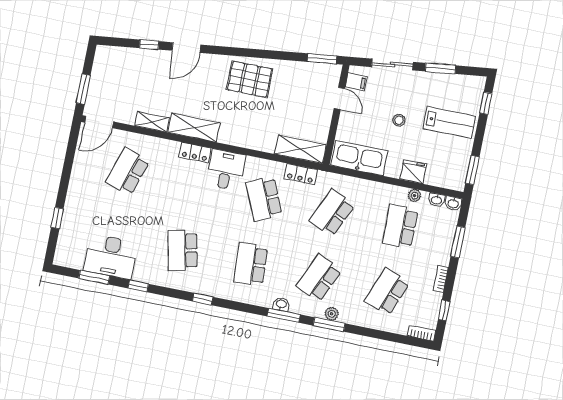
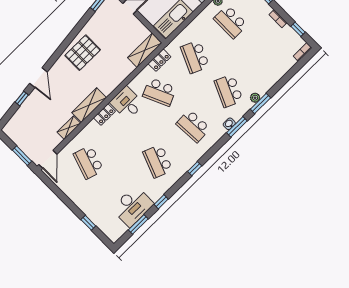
school desk: (183, 250) -> (158, 161), turned 33
school desk: (387, 292) -> (264, 56), removed

